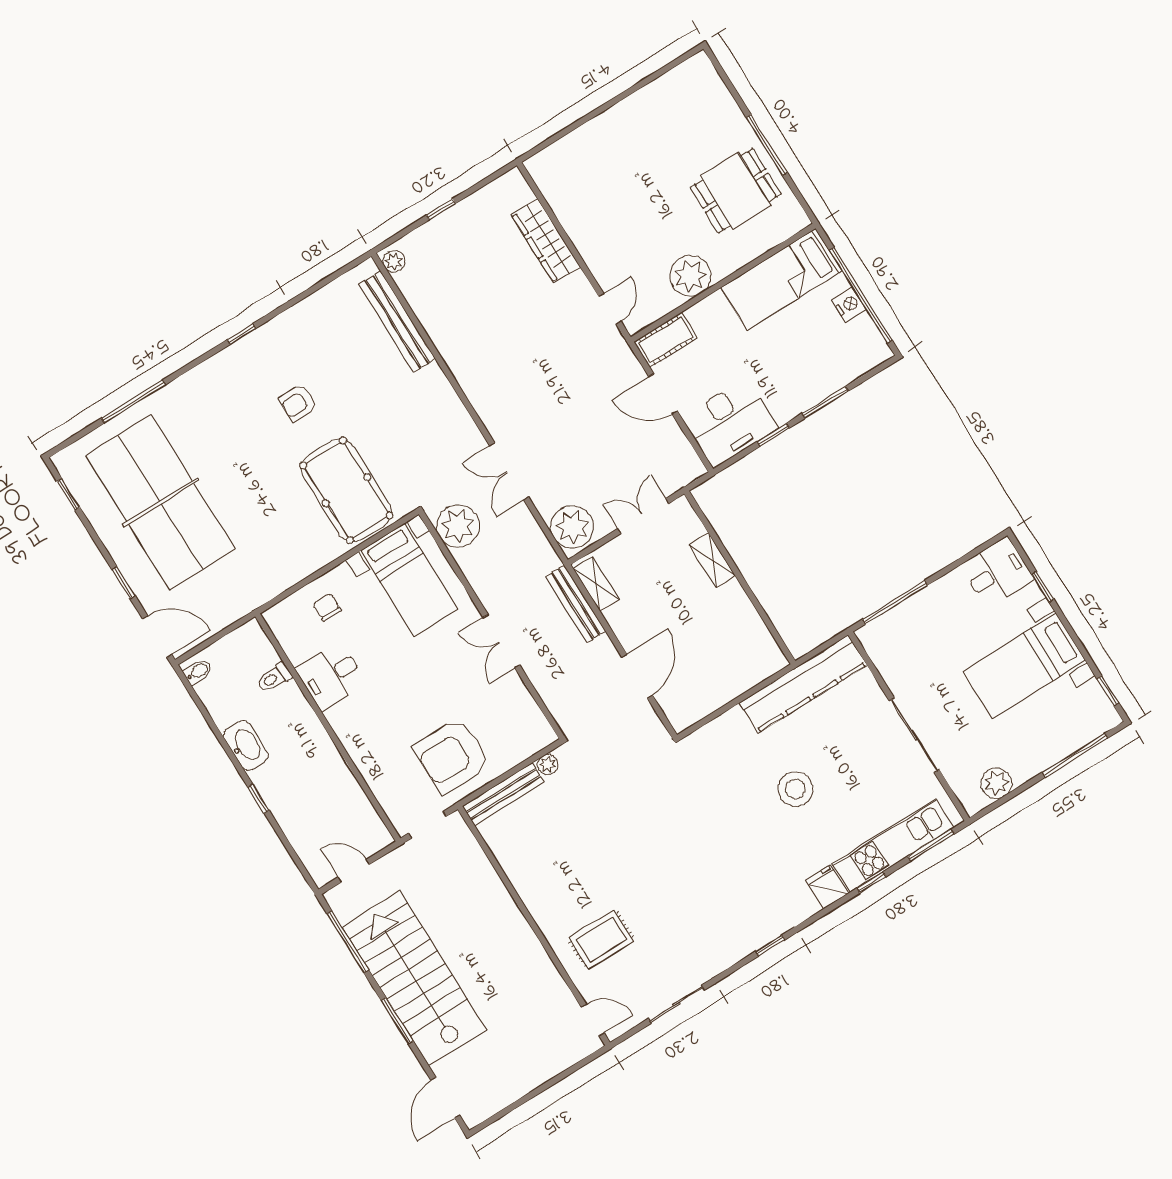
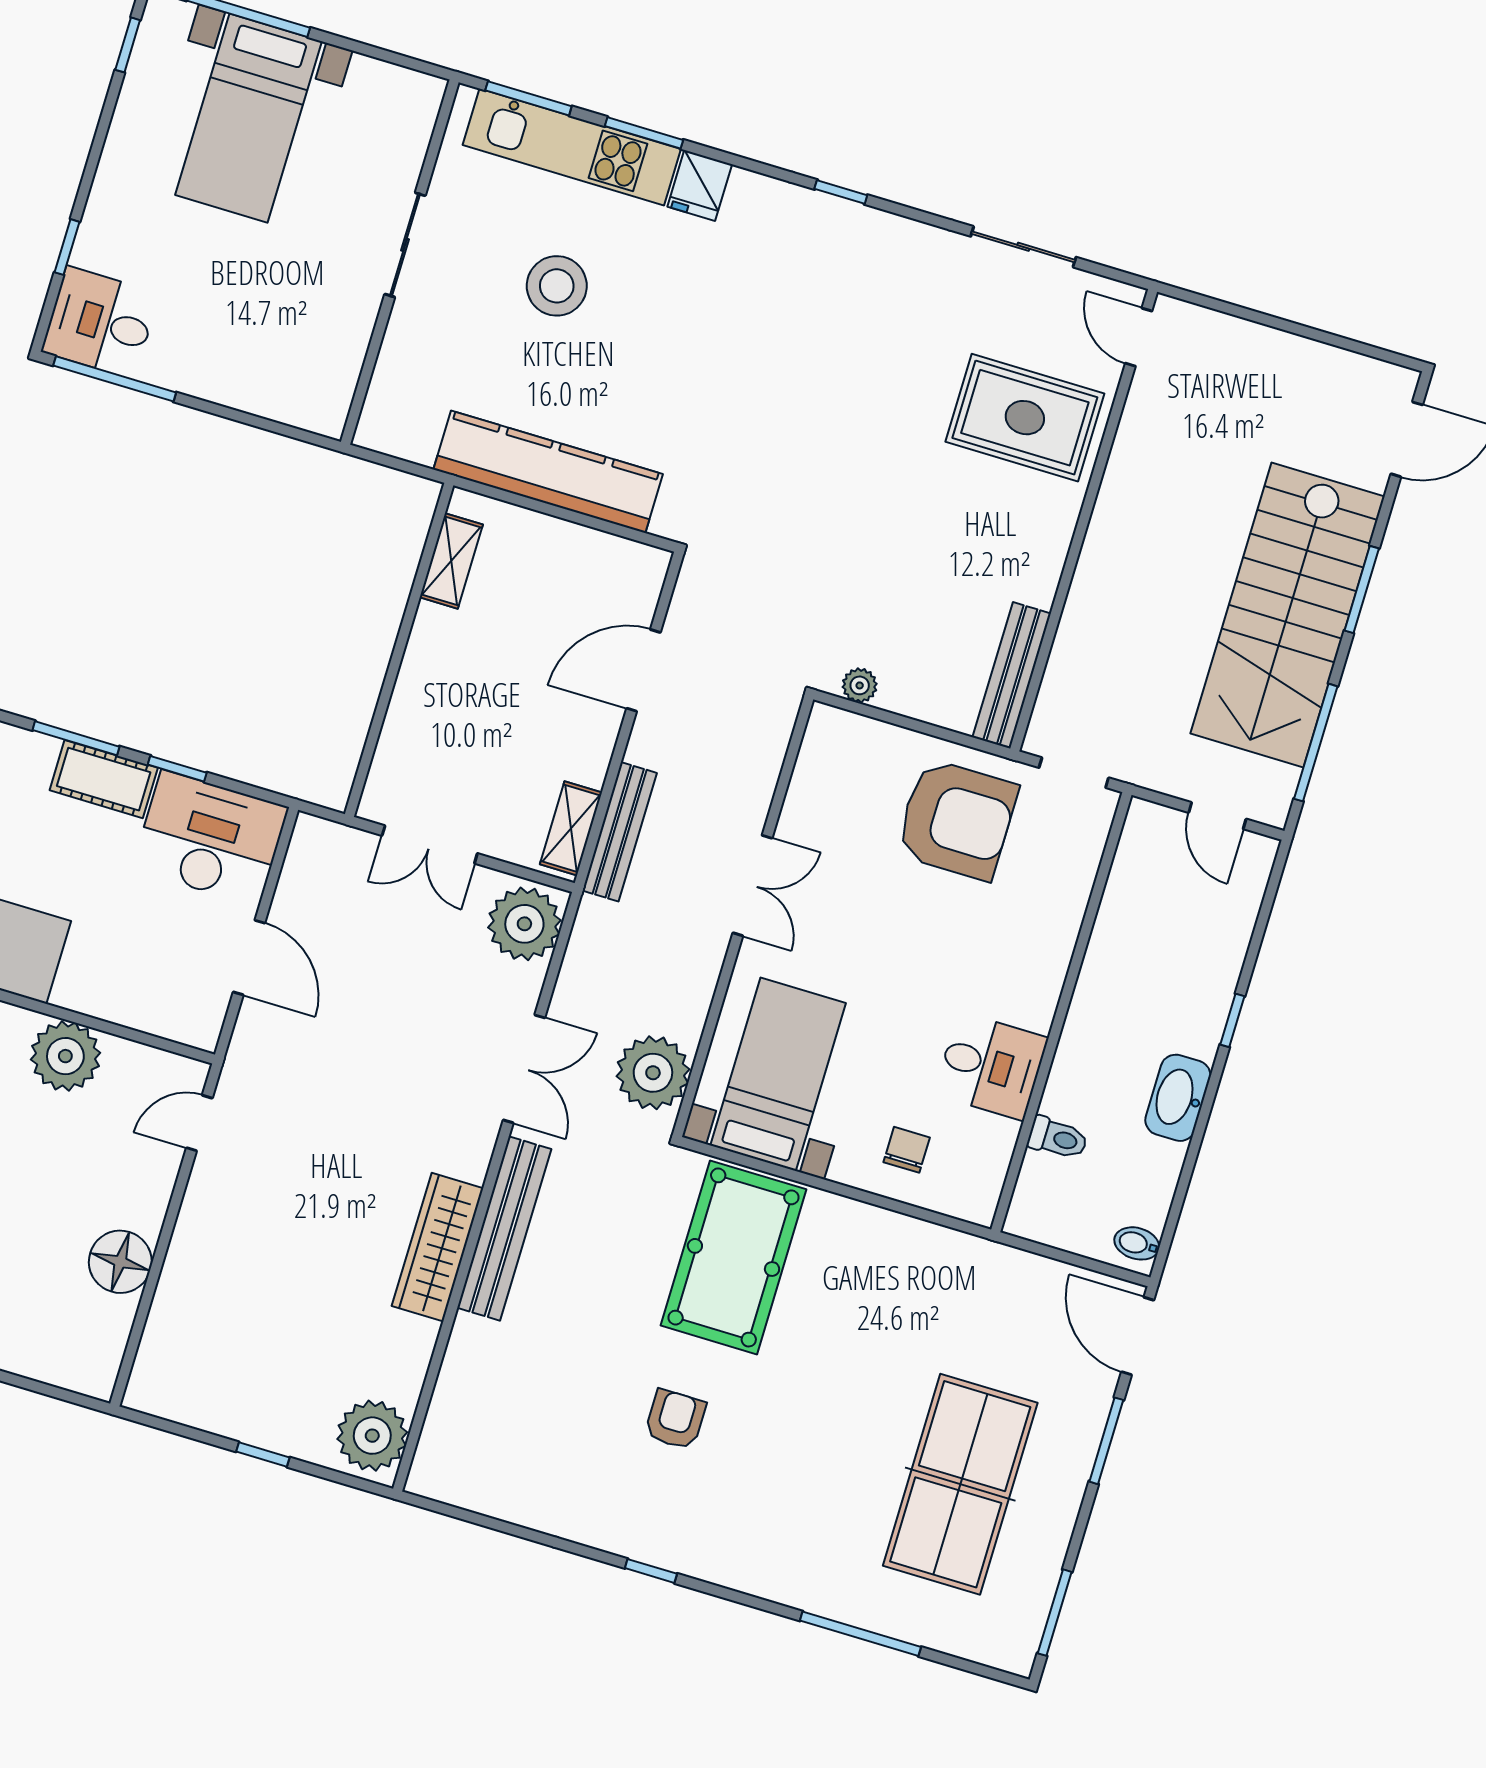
floor lamp: (580, 221) -> (120, 1262), added
wardrobe: (546, 241) -> (438, 1247), moved, turned 180
plant: (394, 261) -> (372, 1436), width x1.88, depth x1.88
bench: (397, 322) -> (504, 1228), moved
cot: (666, 340) -> (104, 779), moved
armchair: (298, 403) -> (675, 1419), turned -90
window: (68, 494) -> (1055, 1613), width x1.50
table tennis table: (161, 502) -> (960, 1484), width x0.73, depth x0.76
shelving: (712, 560) -> (451, 561), moved
window: (124, 583) -> (1106, 1441), width x1.50
window: (895, 602) -> (115, 379), moved
chair: (327, 607) -> (907, 1150), turned 180
bed with nightstands: (1024, 666) -> (248, 118), moved, turned 90
kitchen counter: (803, 684) -> (548, 472), moved
sliding door: (914, 735) -> (405, 245), width x0.73
plant: (996, 783) -> (374, 84), removed
stool: (795, 789) -> (557, 286), moved
bench: (503, 794) -> (1012, 675), moved, turned 90
window: (871, 882) -> (644, 133), width x1.50
rug: (601, 939) -> (1025, 418), width x1.36, depth x1.43

